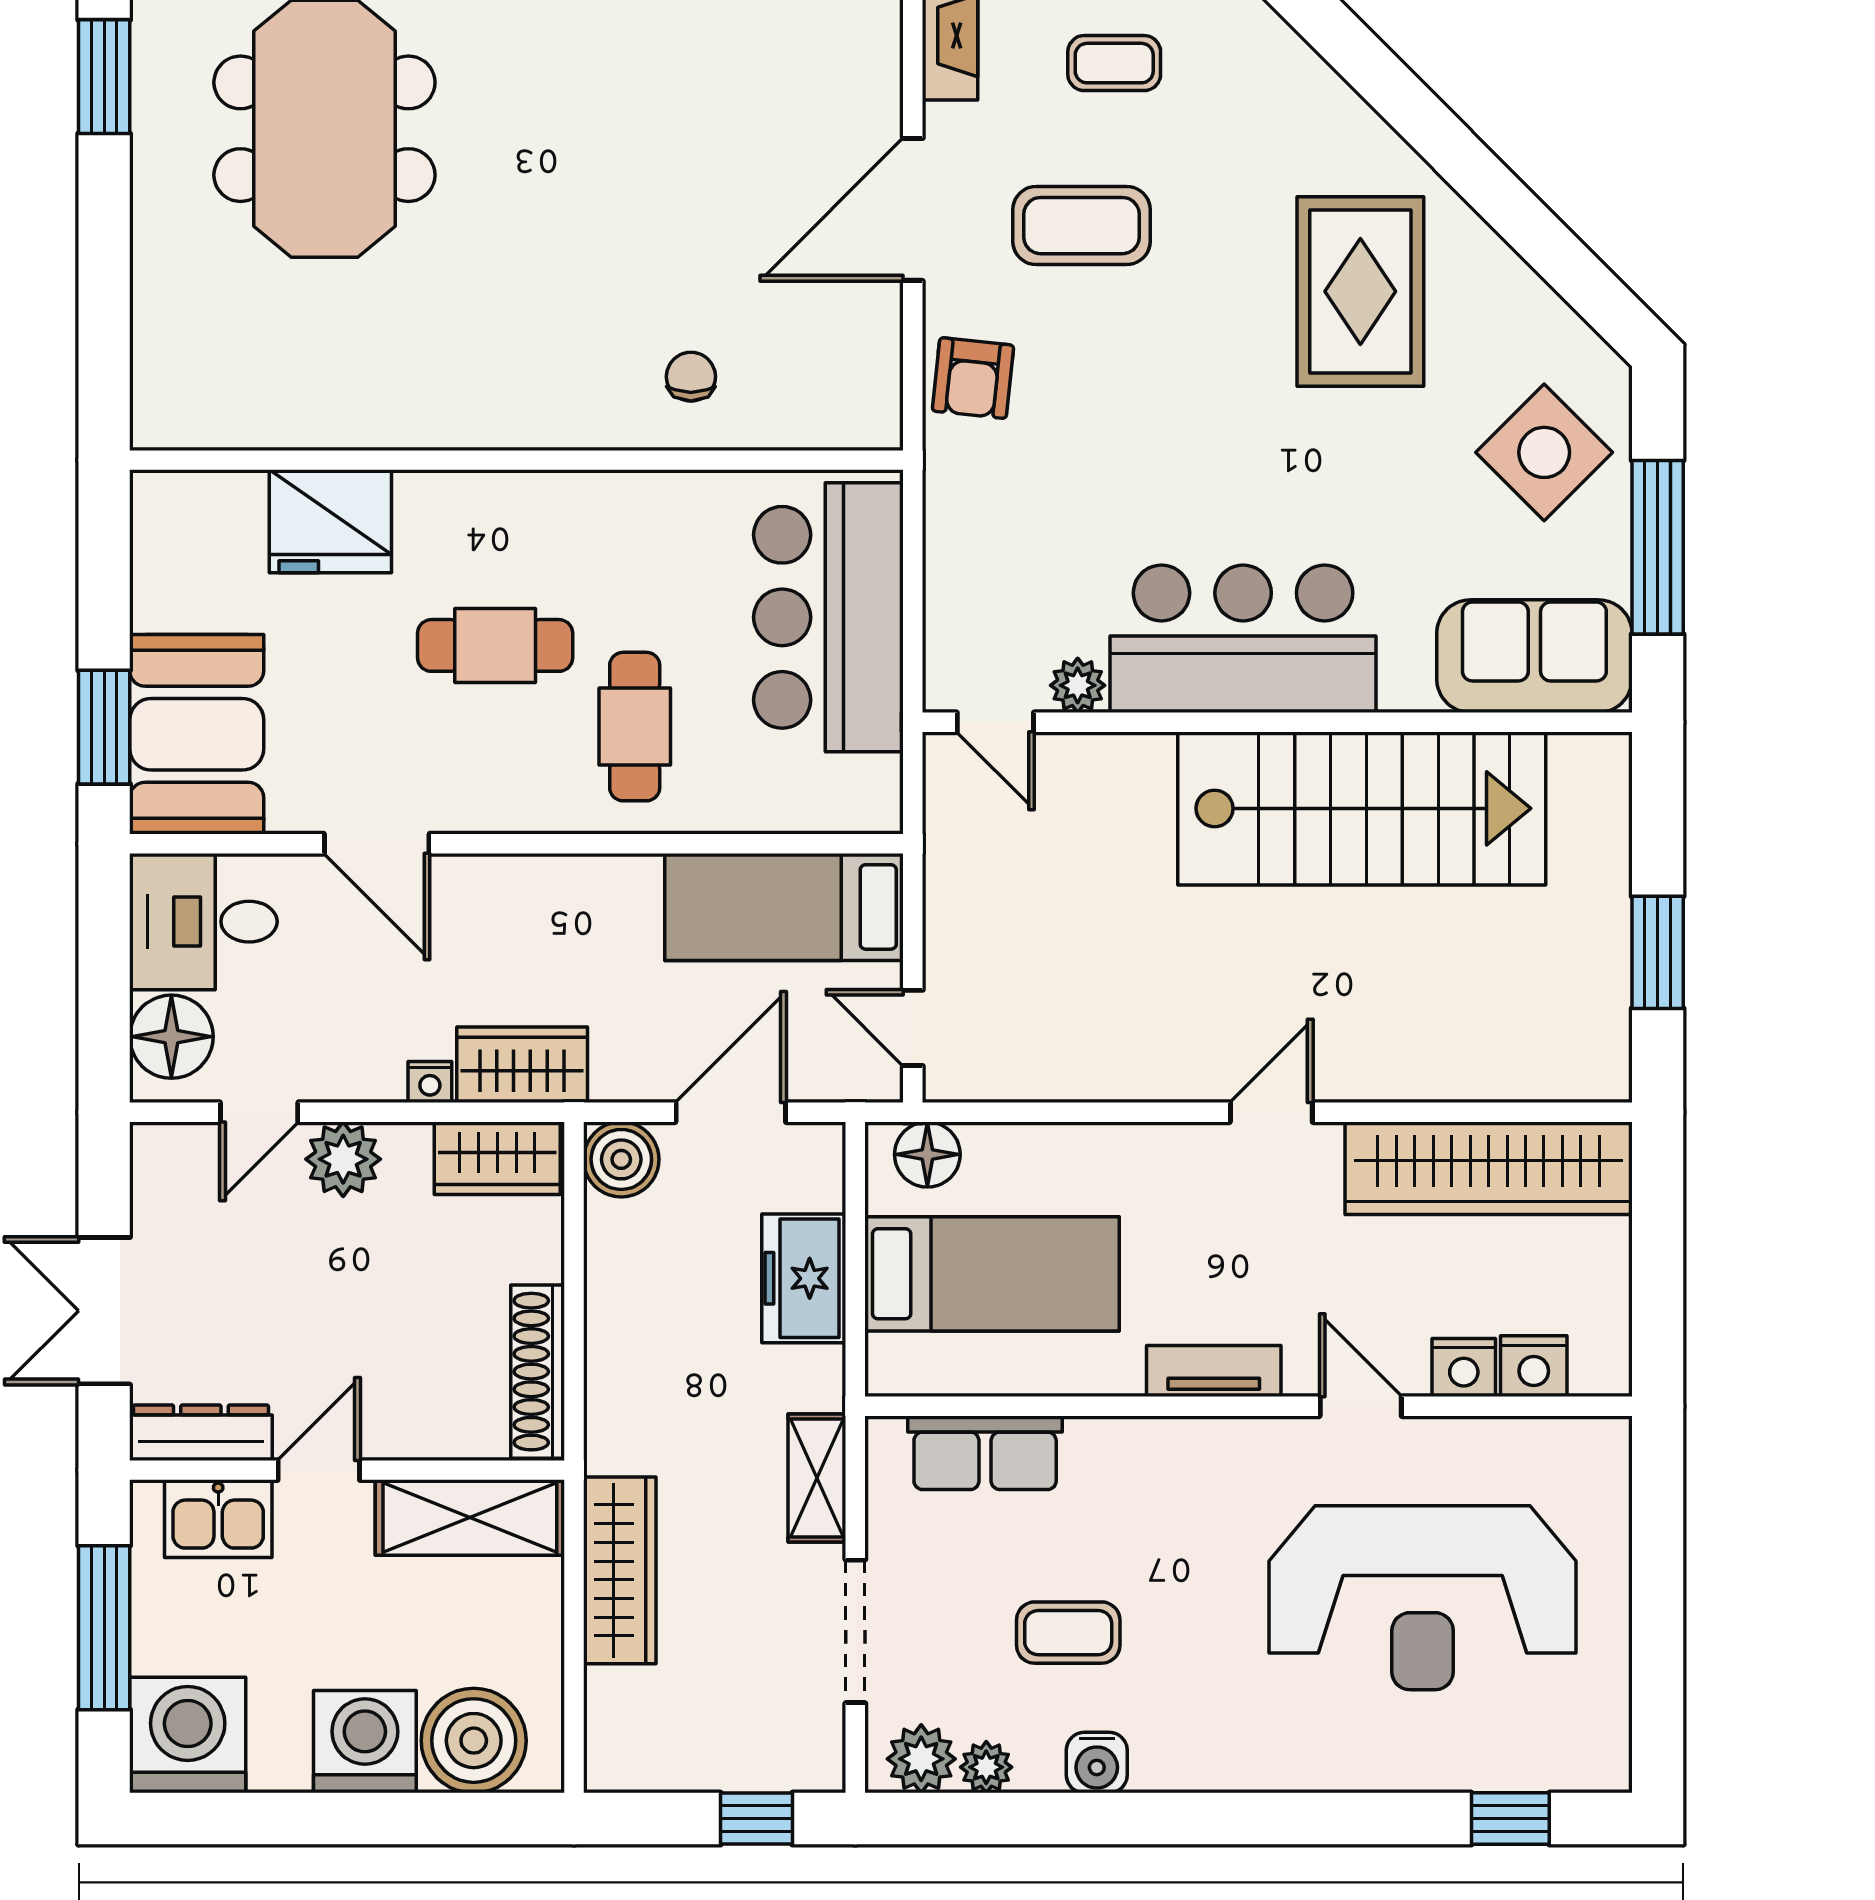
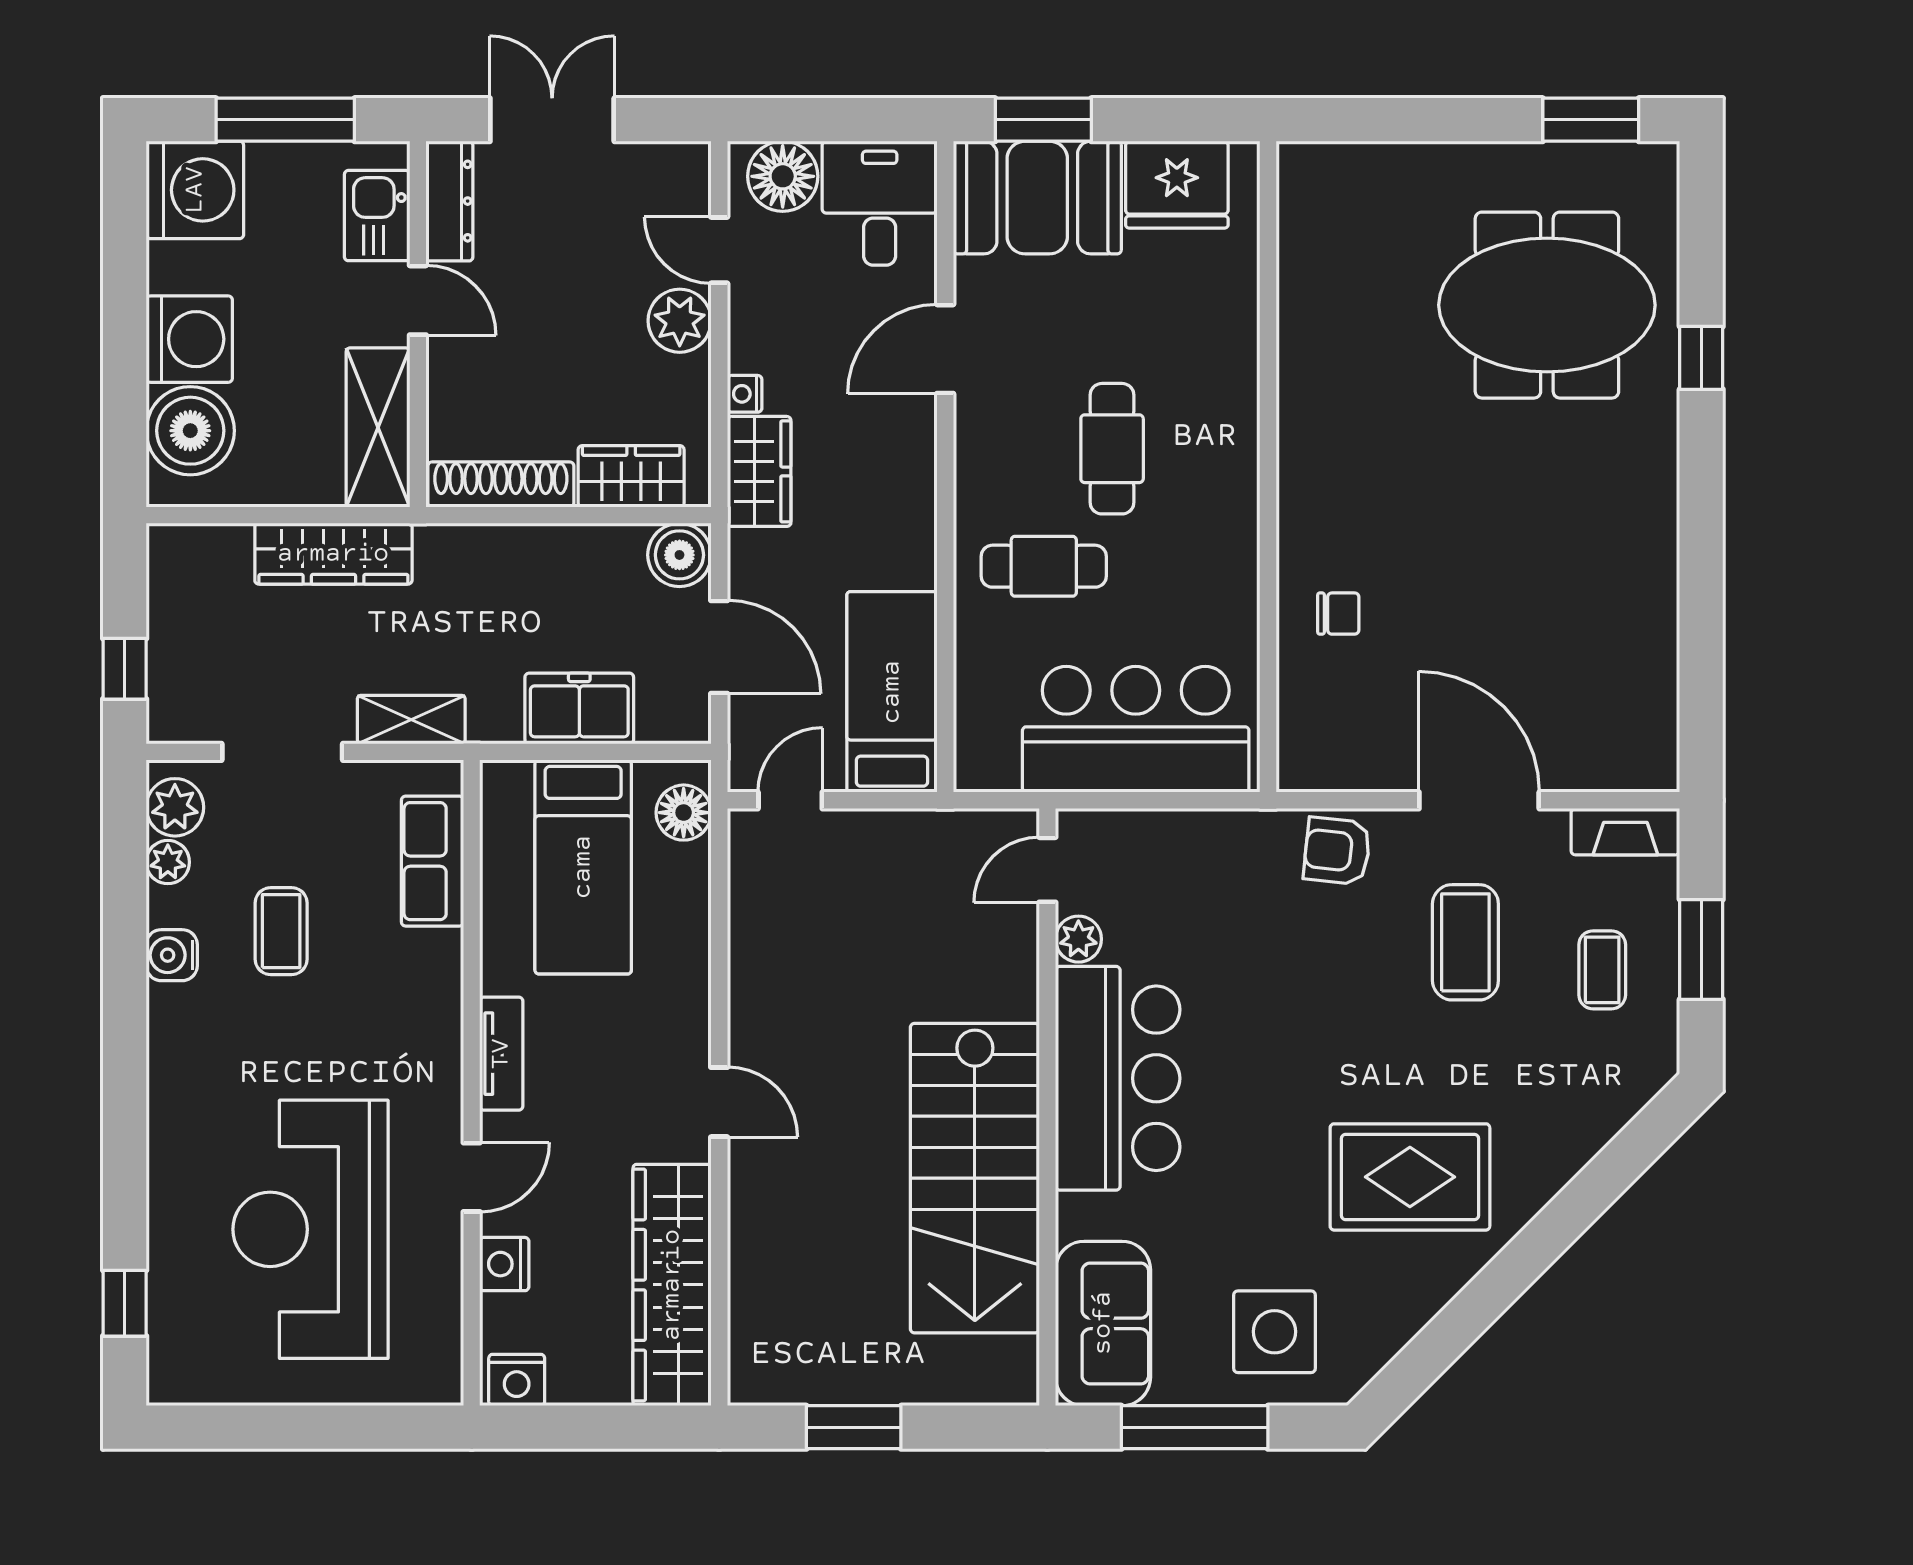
side table: (1544, 452) -> (1274, 1332), turned 45
fridge: (330, 521) -> (1177, 185), moved, turned -90
wardrobe: (497, 1158) -> (631, 476), moved, turned 90
nightstand: (1534, 1366) -> (517, 1380), moved, turned -90

